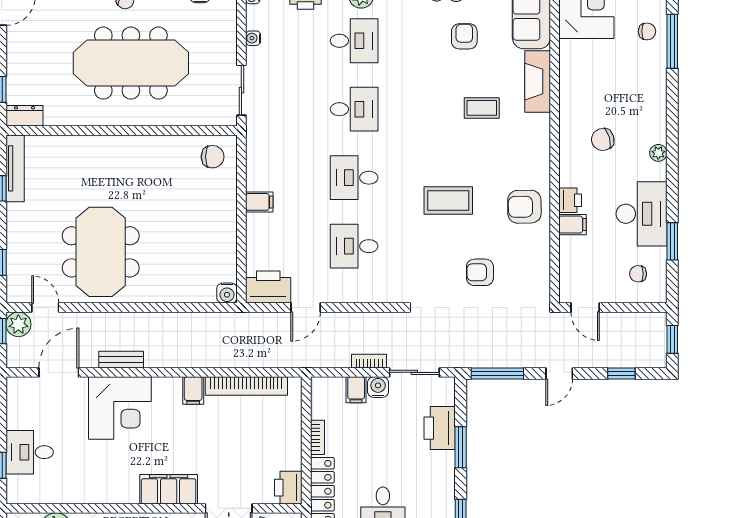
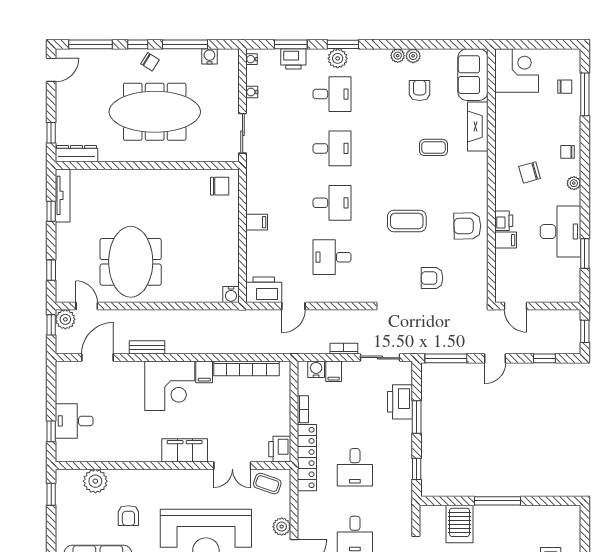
dresser: (24, 116) -> (77, 154), width x1.44
desk: (354, 178) -> (332, 203), turned 180
chair: (638, 274) -> (567, 152), moved
water cooler: (378, 387) -> (316, 369), moved
corner desk: (120, 408) -> (170, 386), moved

